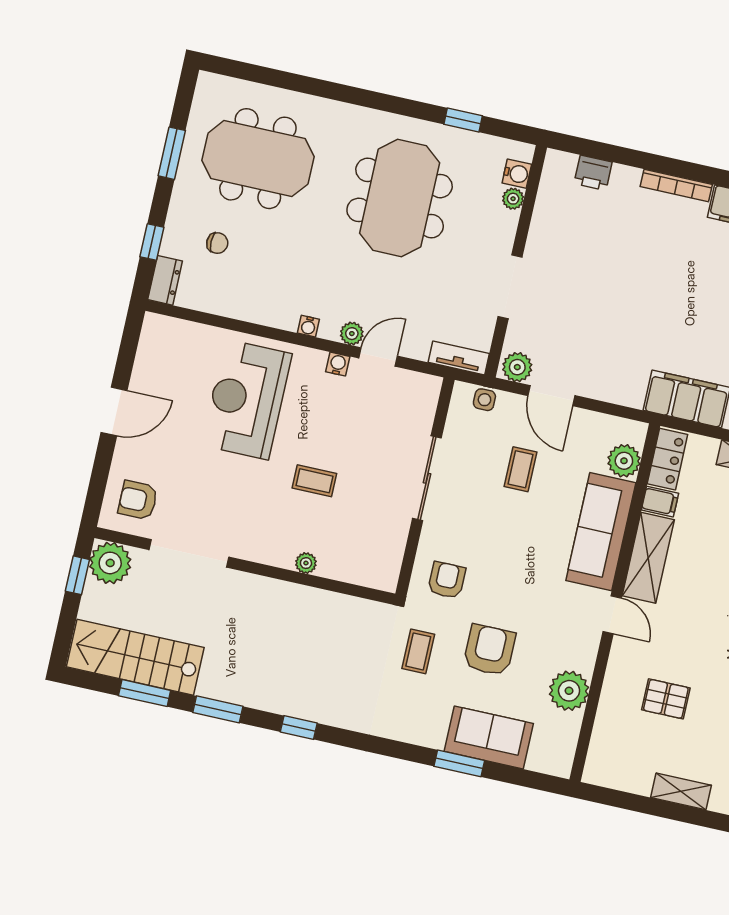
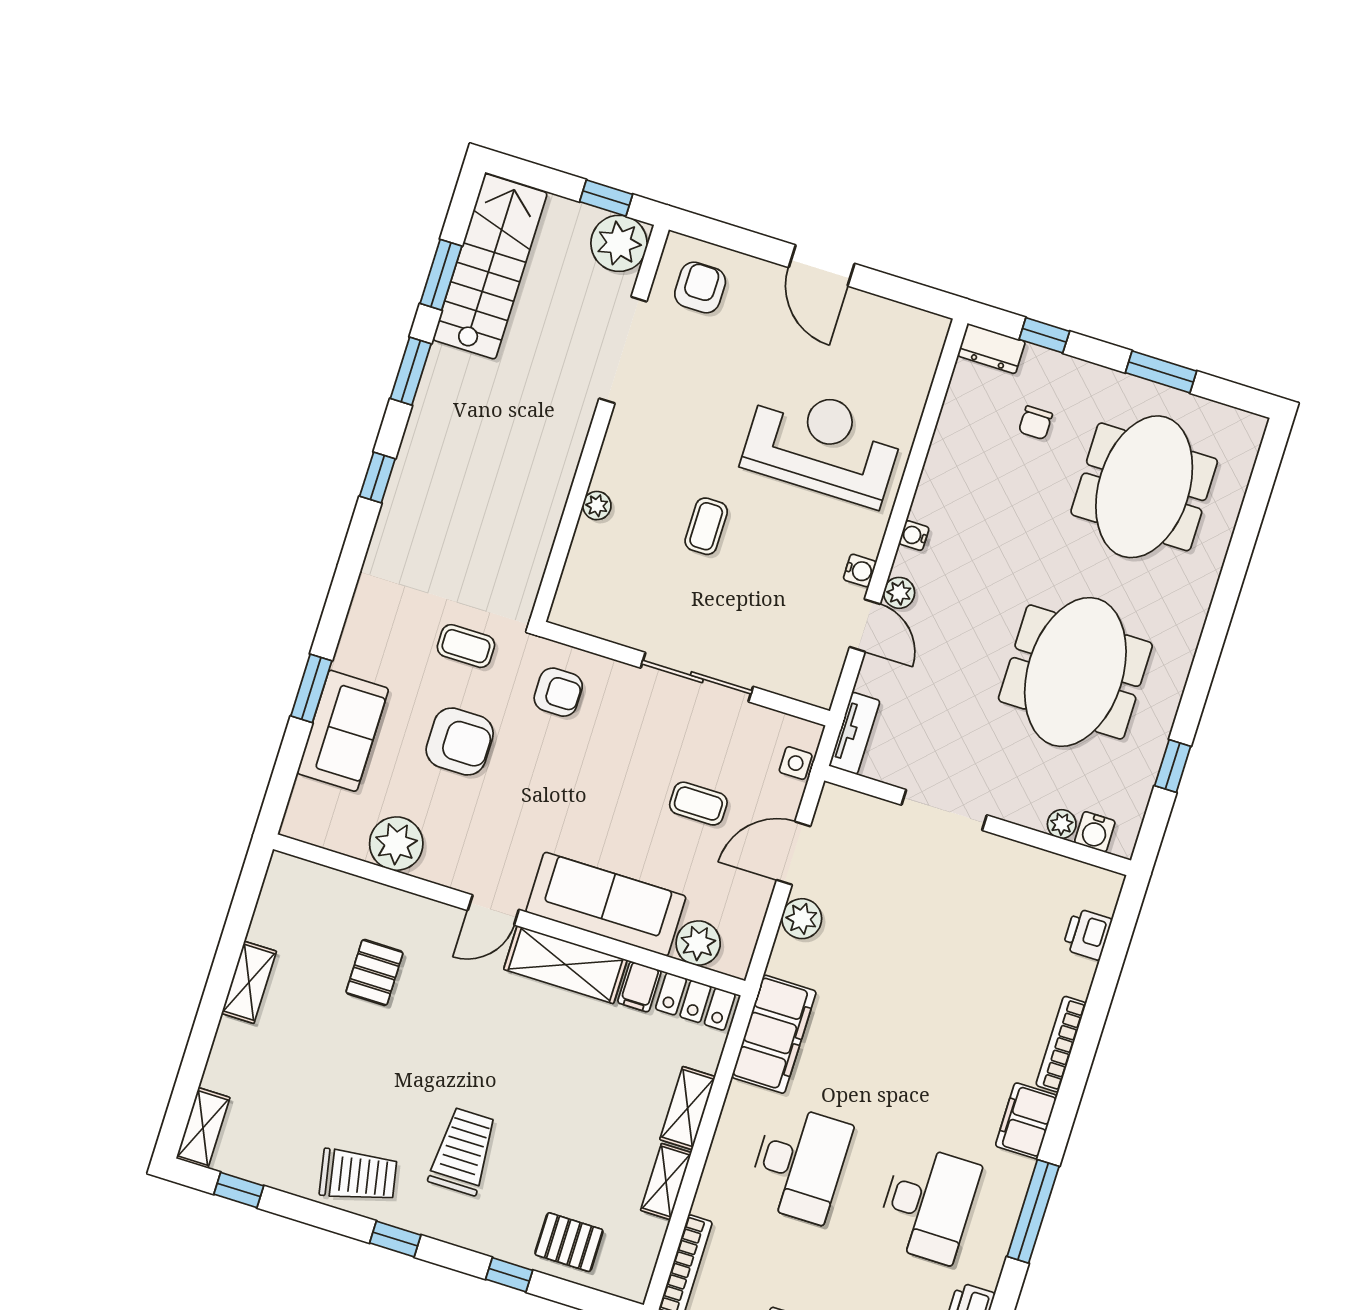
meeting table: (400, 198) -> (1075, 672), turned 90
plant: (517, 367) -> (802, 919), moved

